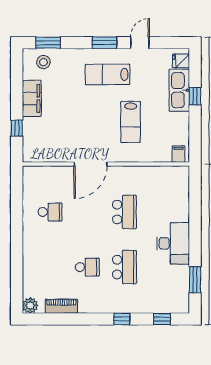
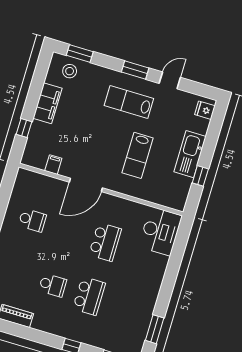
kitchen sink: (179, 90) -> (190, 154), moved
window: (195, 96) -> (200, 176), moved
filing cabinet: (179, 154) -> (53, 165), moved
desk: (173, 243) -> (160, 231), moved

